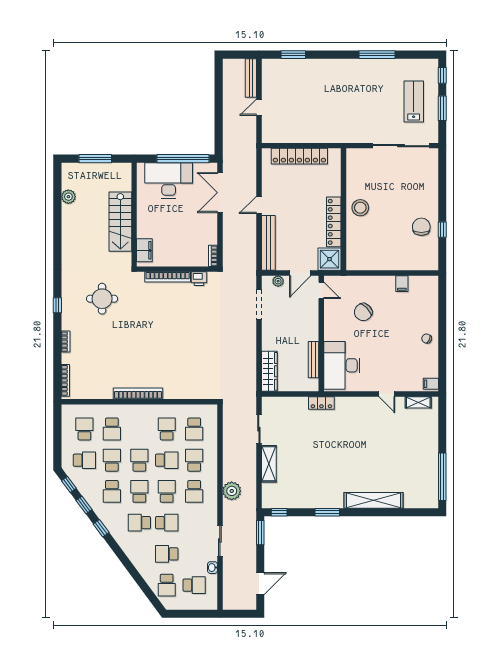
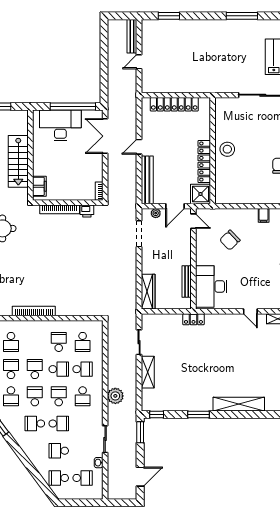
school desk: (194, 460) -> (83, 369), turned 90
school desk: (167, 585) -> (59, 478), turned 90

